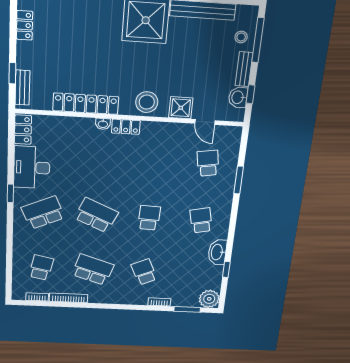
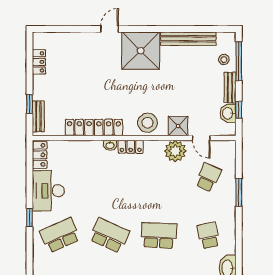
plant: (175, 134) -> (175, 151), added
school desk: (208, 163) -> (208, 177), turned 33
school desk: (149, 218) -> (159, 235), width x1.85

